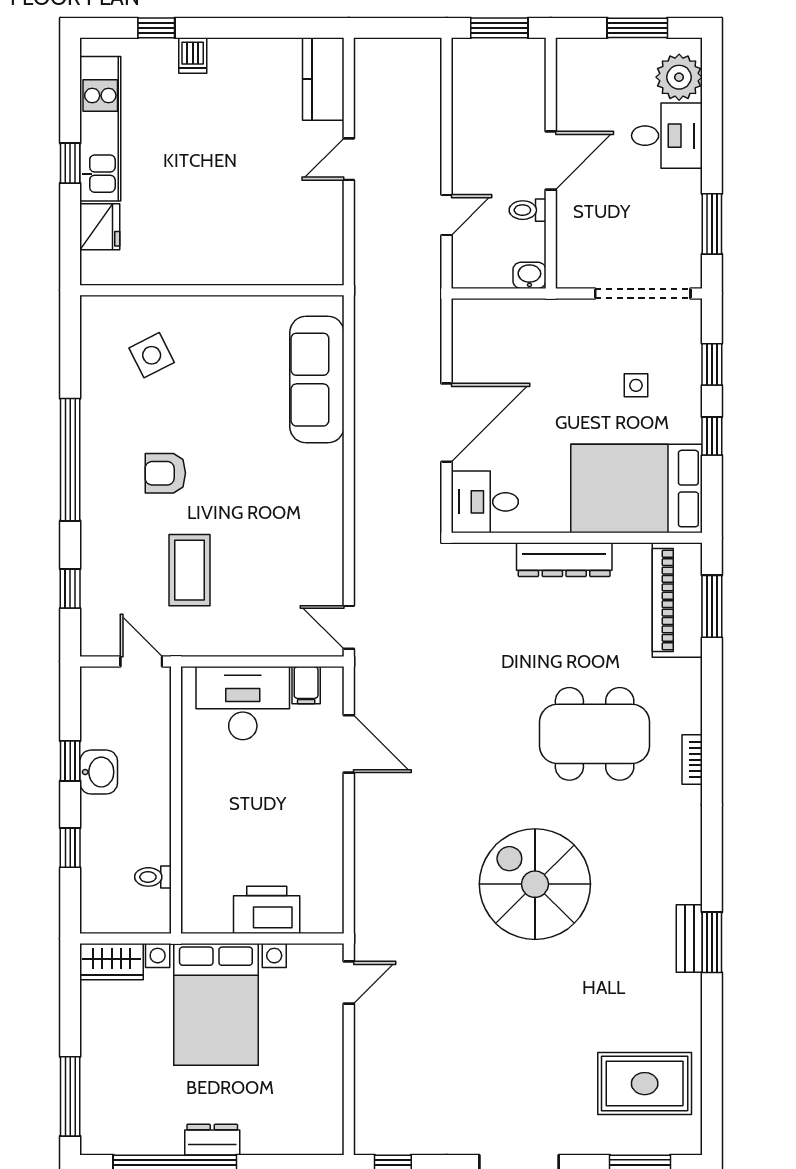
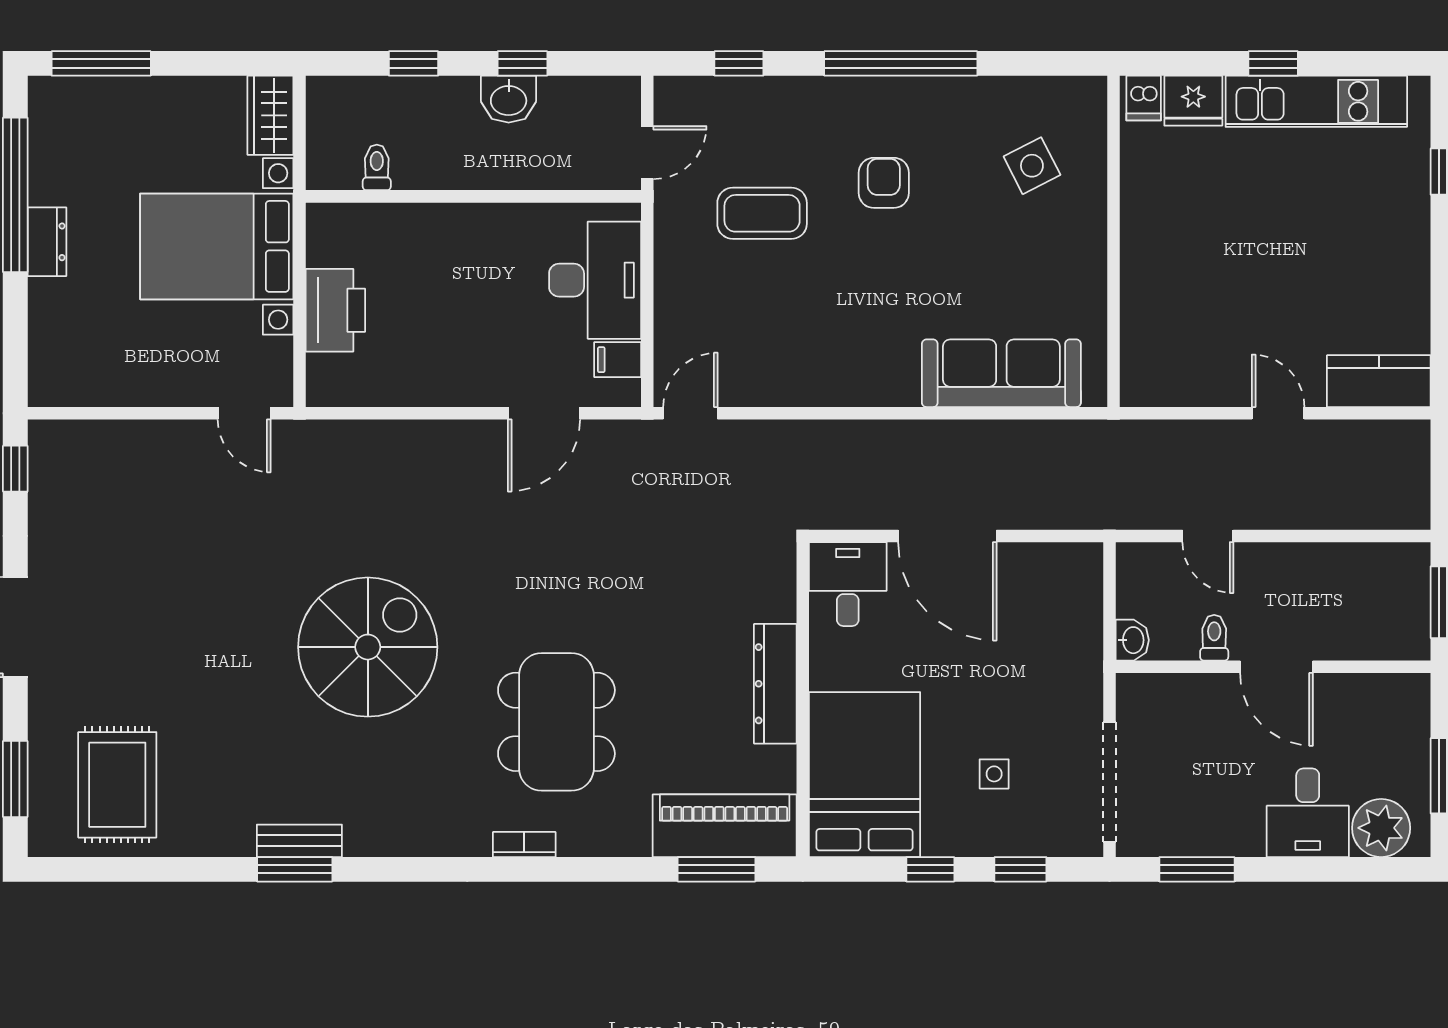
dishwasher: (193, 56) -> (1144, 98), moved, turned -90

